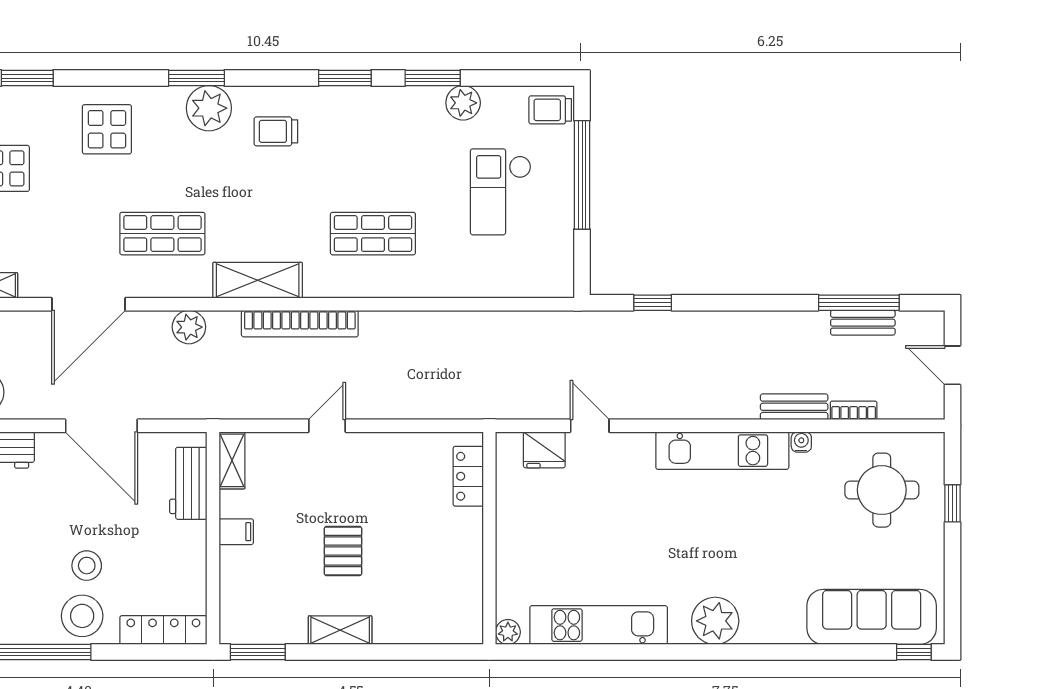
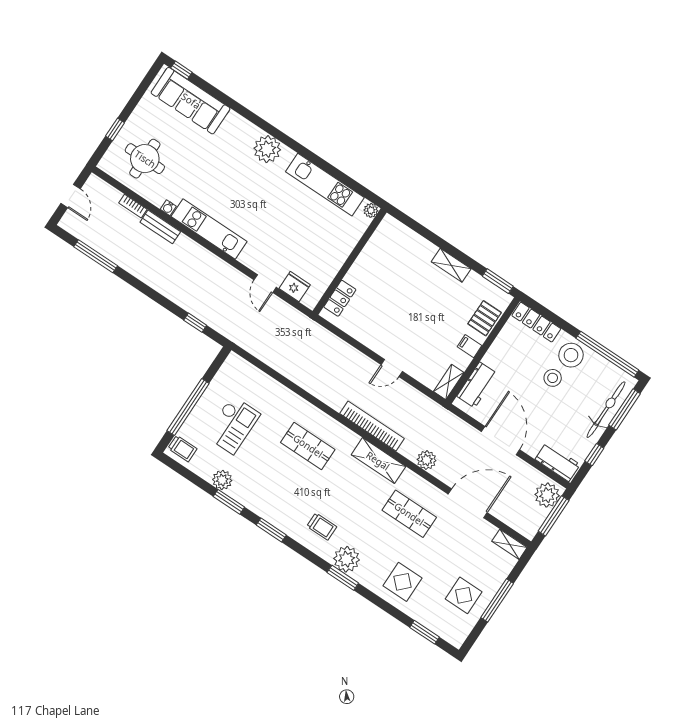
bench: (863, 323) -> (100, 245), removed
pallet: (343, 551) -> (485, 318), moved

